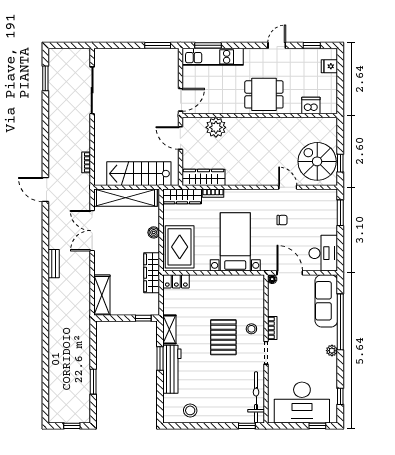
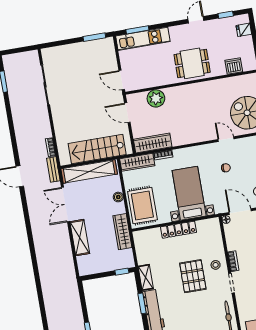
door: (180, 100) -> (122, 80), swing flipped
bench: (54, 264) -> (53, 169), moved
locker: (176, 281) -> (178, 230), moved, width x1.53
shelving: (102, 295) -> (80, 238), moved

